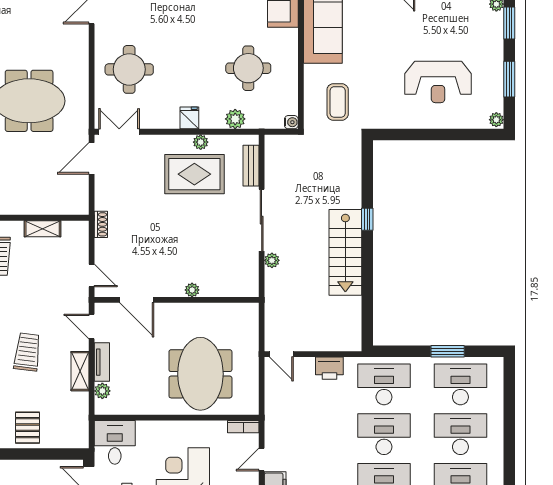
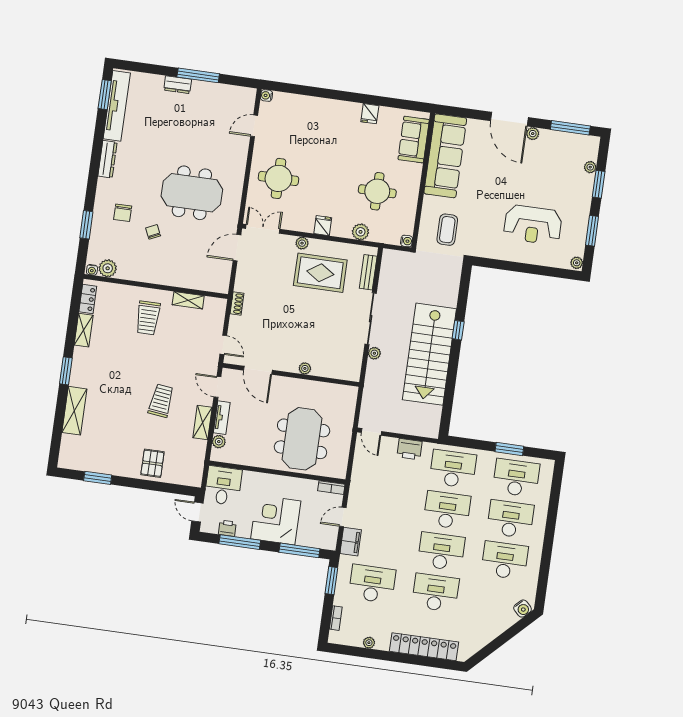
plant: (201, 142) -> (302, 243), moved
stairs: (345, 252) -> (429, 354), width x1.36, depth x1.51

